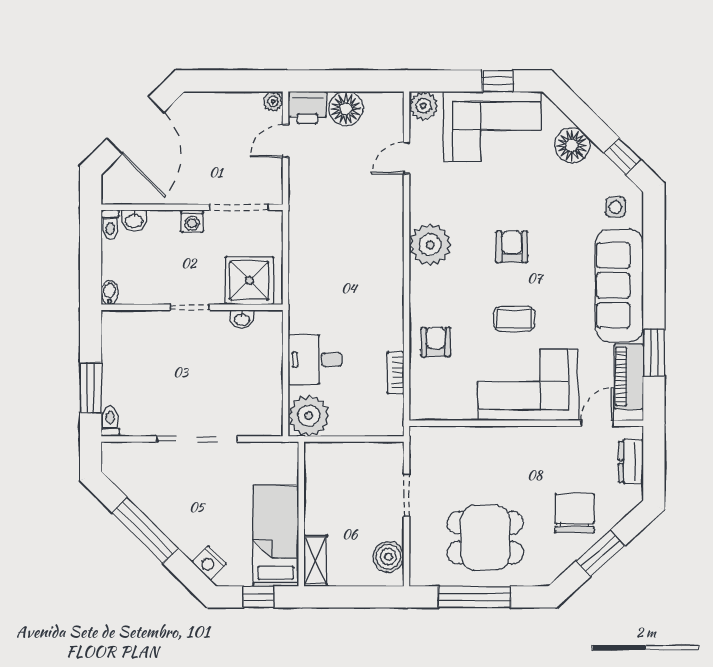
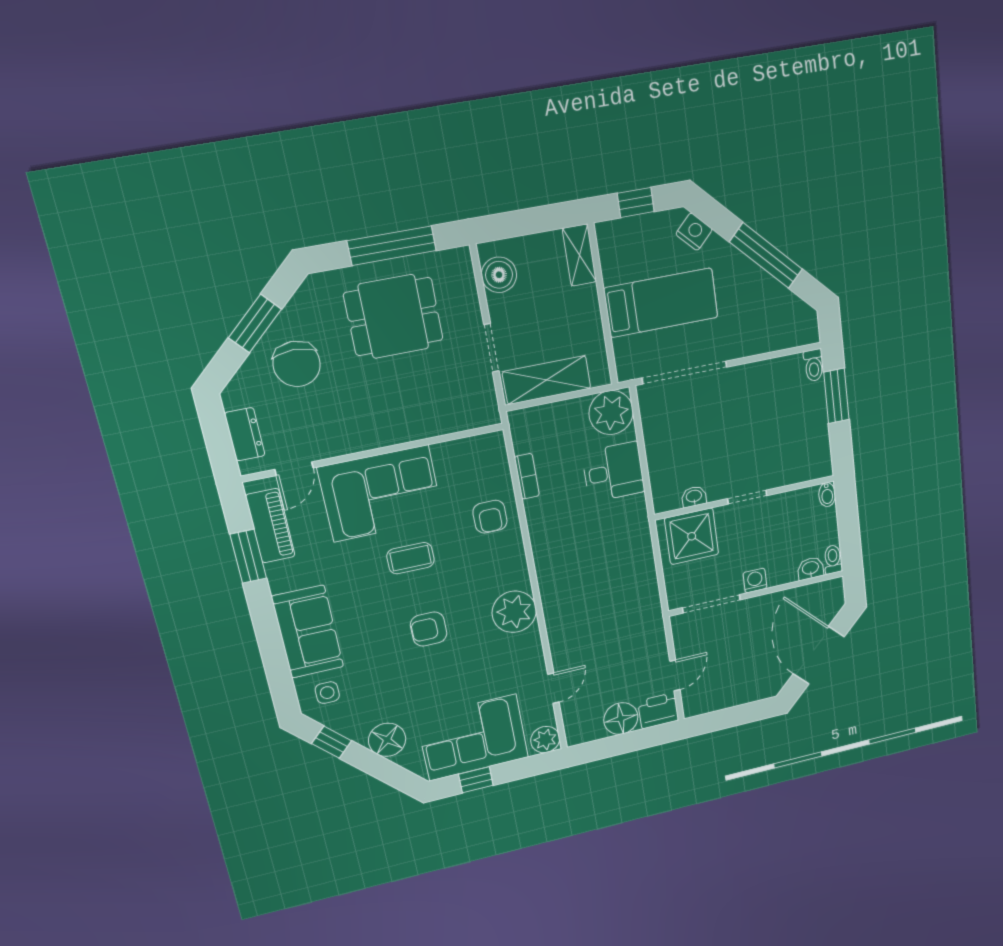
plant: (273, 101) -> (692, 708), removed
armchair: (512, 247) -> (429, 629), turned 90
sofa: (619, 285) -> (308, 632), width x0.73
doorway: (197, 439) -> (685, 373), moved
shelving: (363, 457) -> (547, 380), added
bed: (276, 536) -> (661, 303), moved, turned -90

